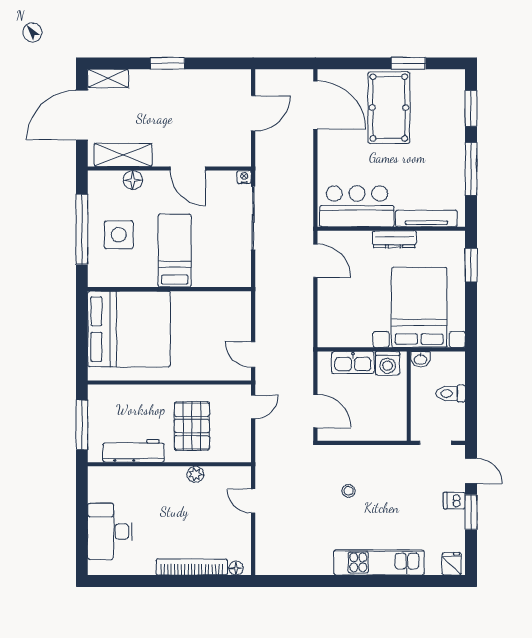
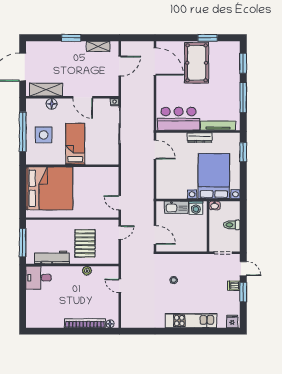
shelving: (108, 78) -> (98, 46), moved
desk: (110, 531) -> (39, 278), moved, width x0.73

